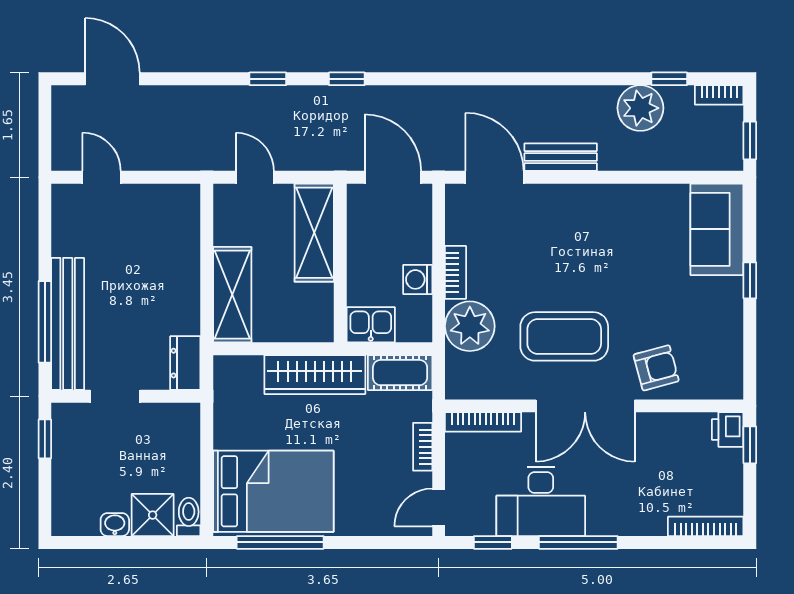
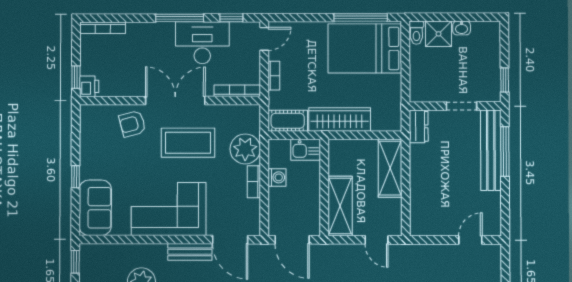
door: (102, 177) -> (470, 240), swing flipped
corner sofa: (596, 227) -> (169, 209), added

